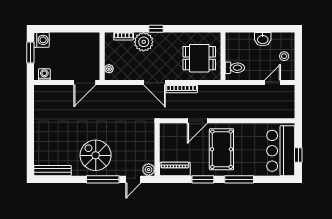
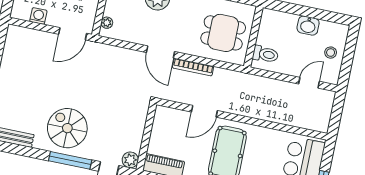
washing machine: (44, 74) -> (38, 16), moved

